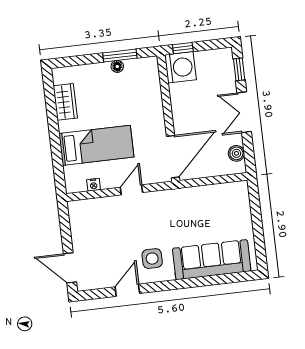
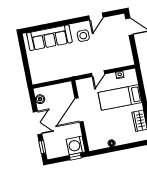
window: (120, 55) -> (111, 150), removed
door: (173, 157) -> (79, 110), moved

